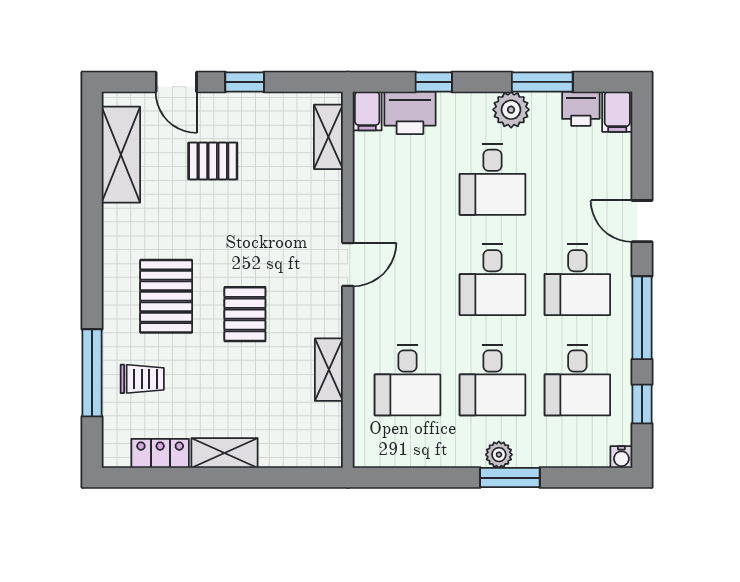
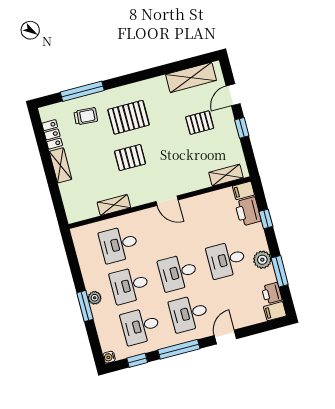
pallet: (213, 161) -> (200, 123), turned 90
trolley: (142, 379) -> (86, 116), turned -86

